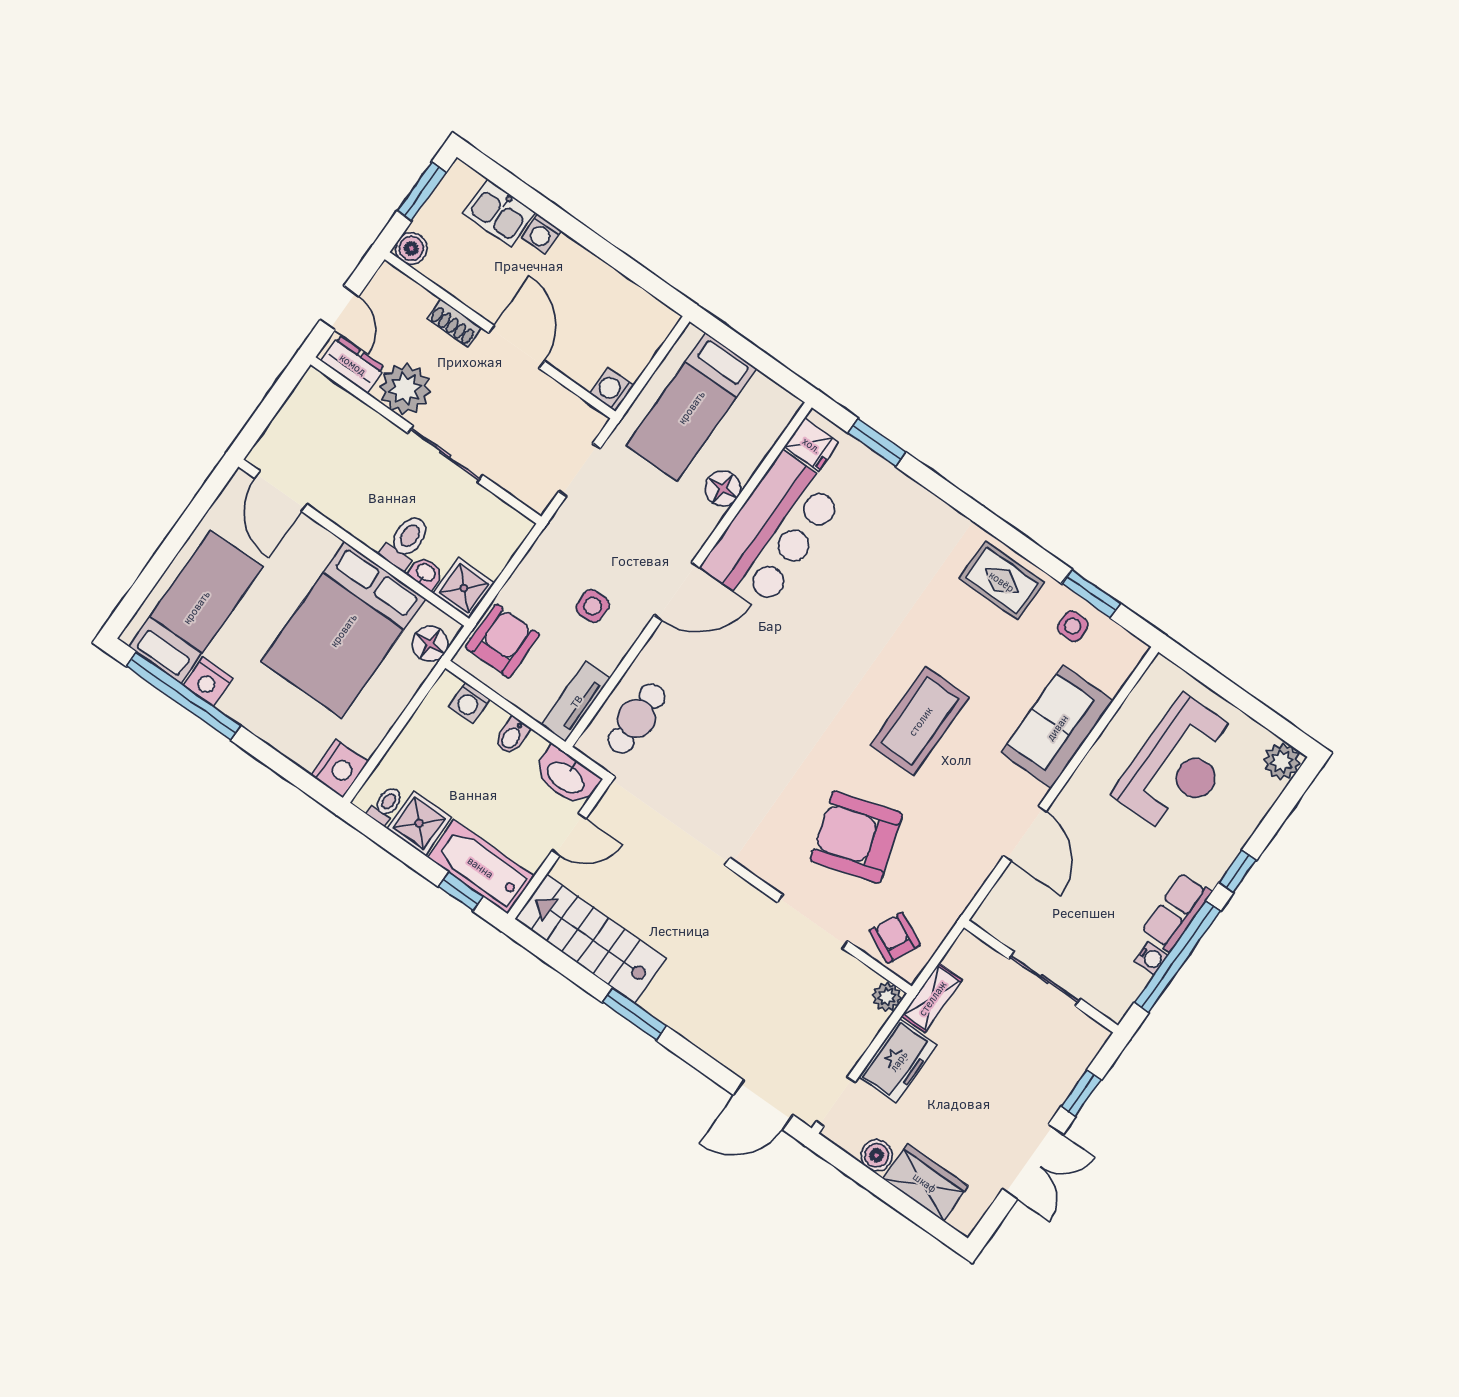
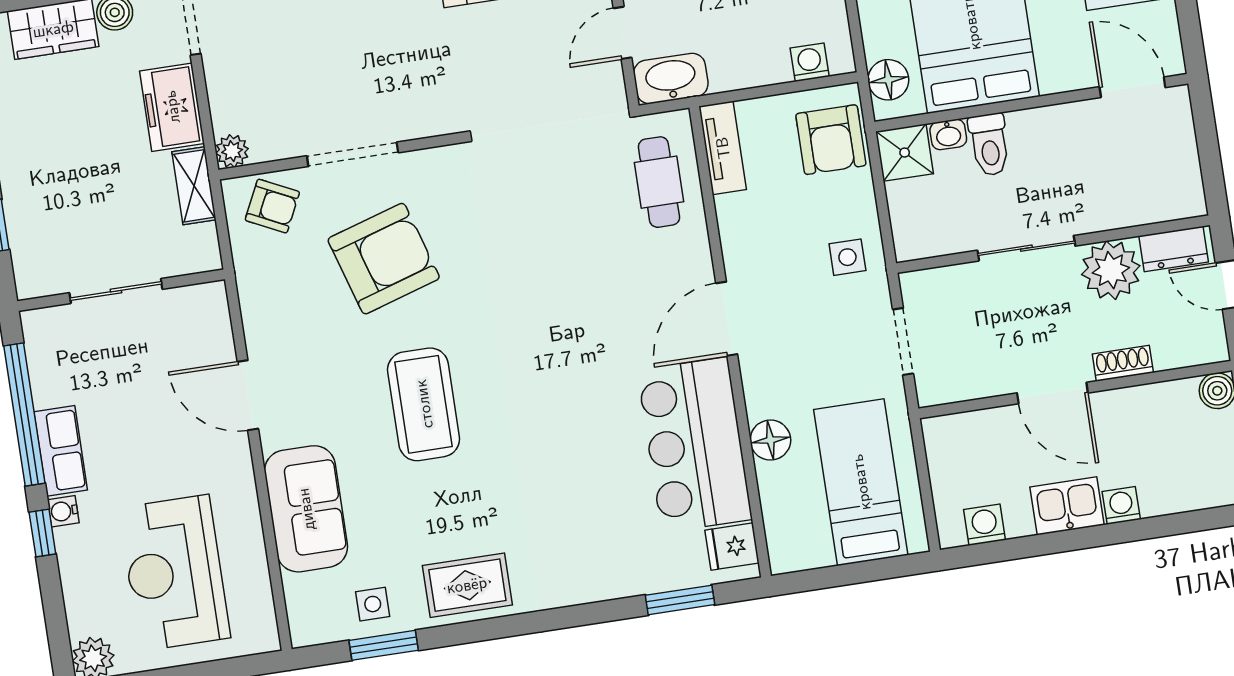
kitchen sink: (499, 213) -> (1067, 506), moved
washing machine: (612, 389) -> (985, 525), moved, turned -90
side table: (593, 606) -> (847, 257), moved
bidet: (512, 736) -> (748, 69), removed
water cooler: (1151, 958) -> (63, 511), moved

